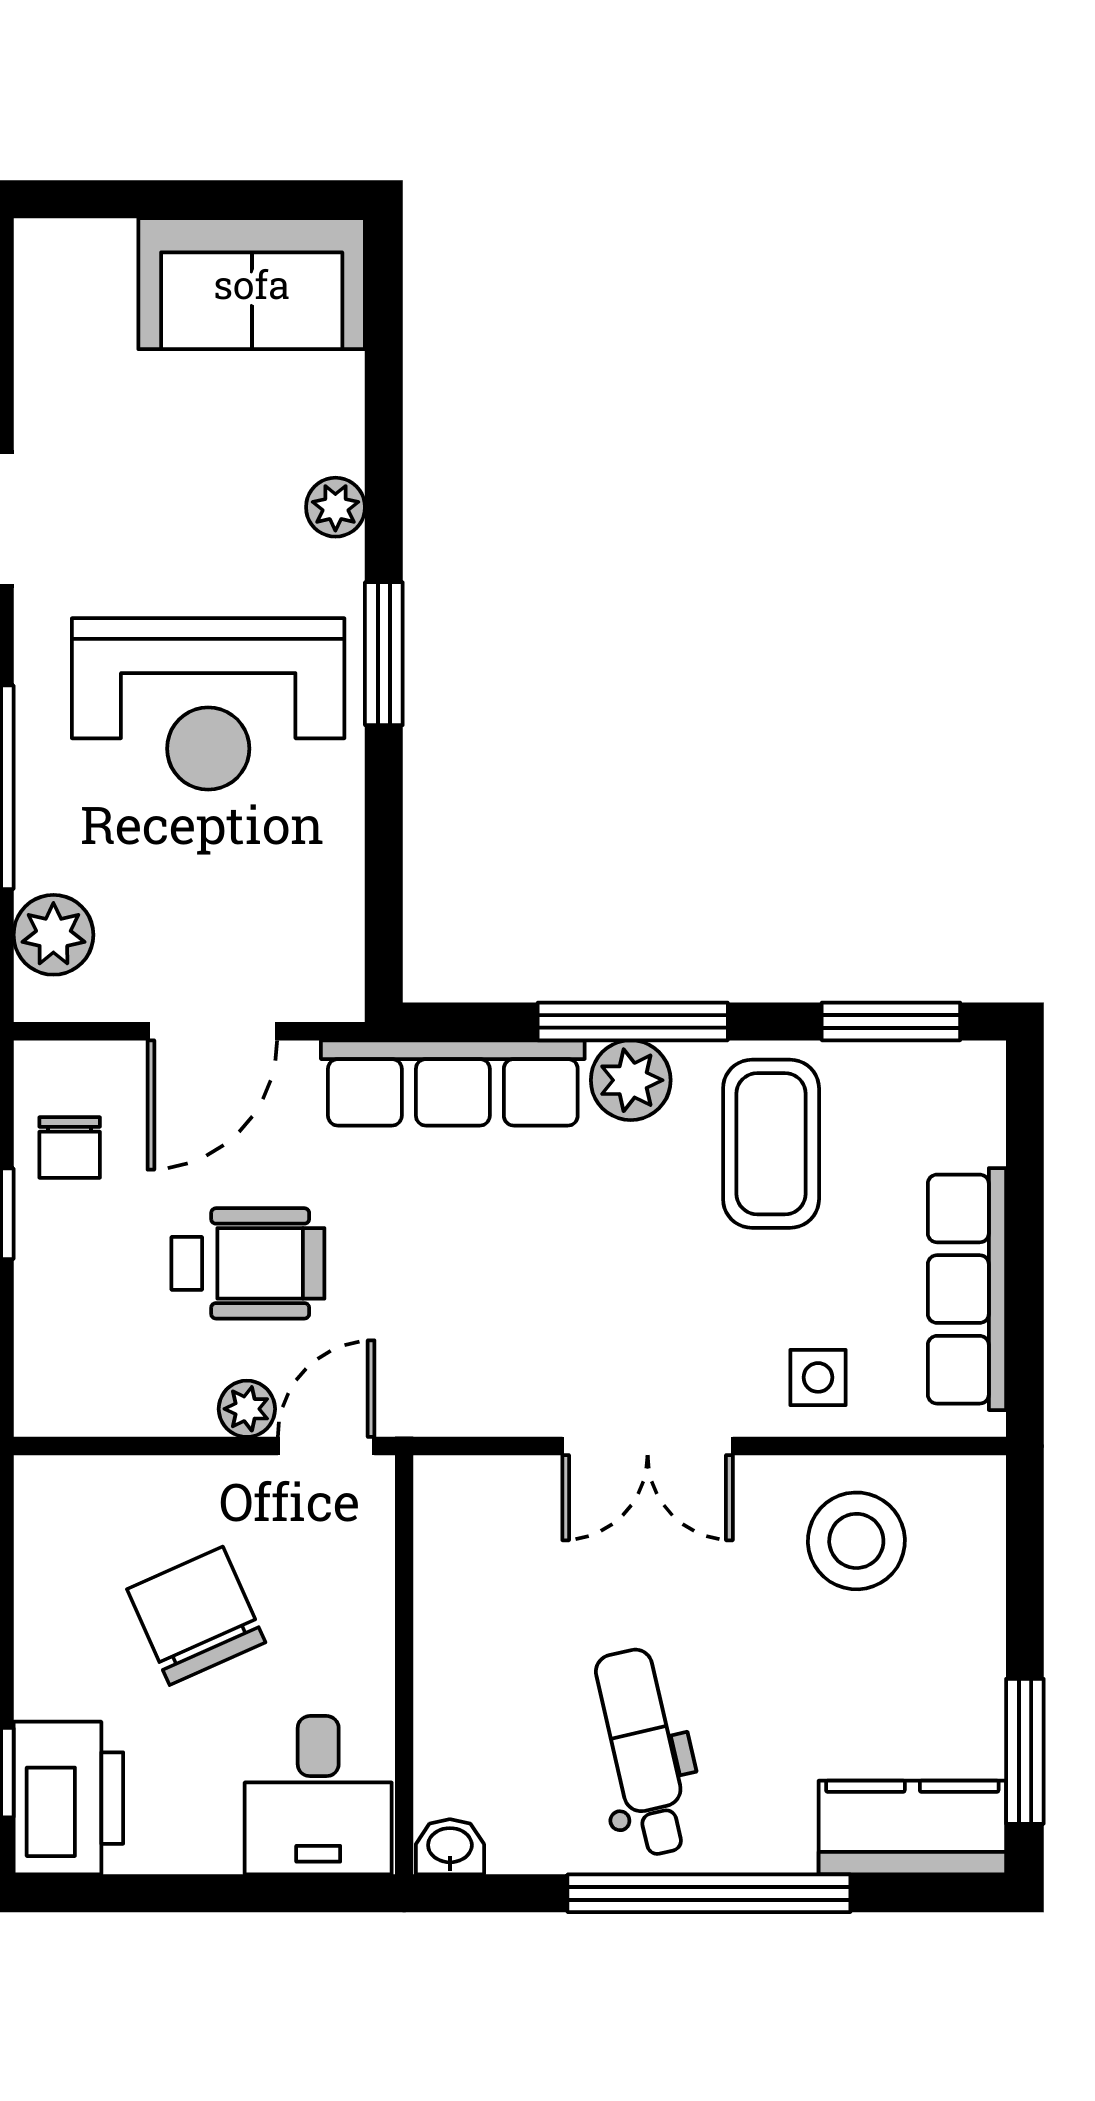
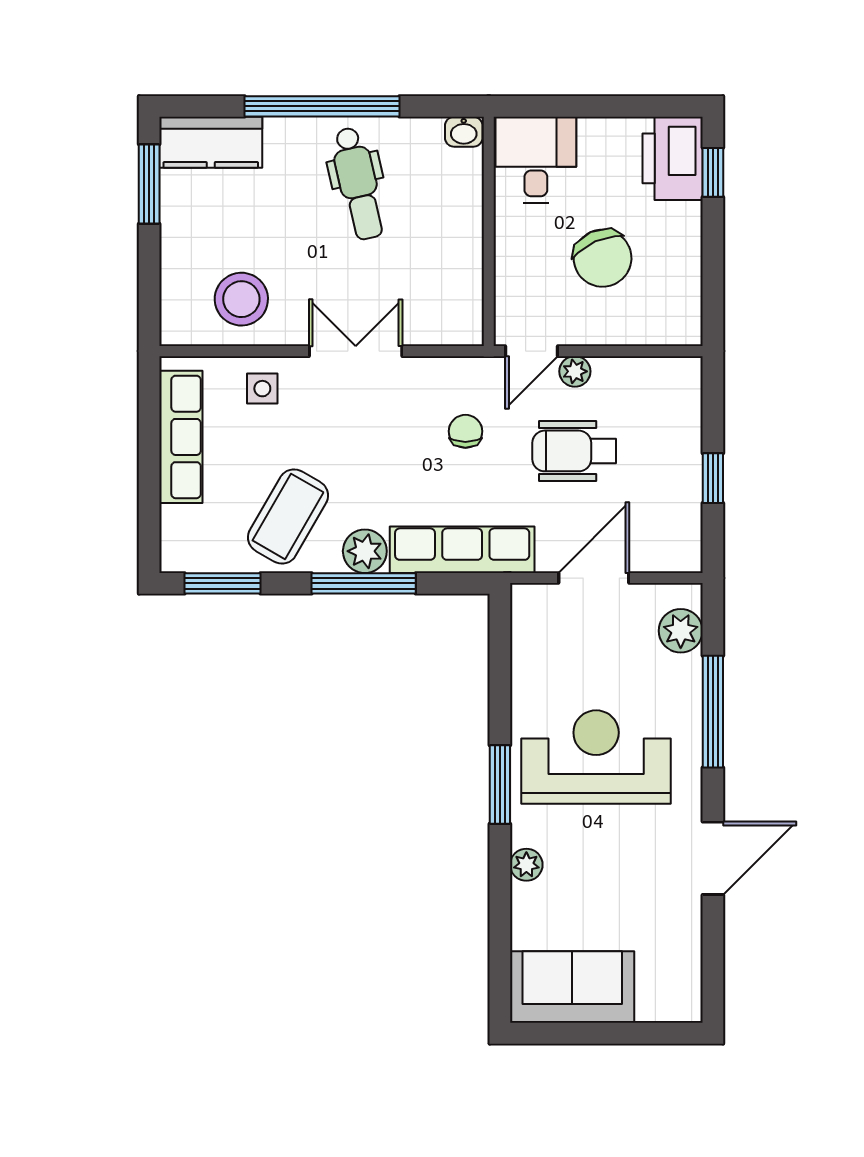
coffee table: (771, 1144) -> (288, 516), turned 30
chair: (70, 1147) -> (465, 431), moved

